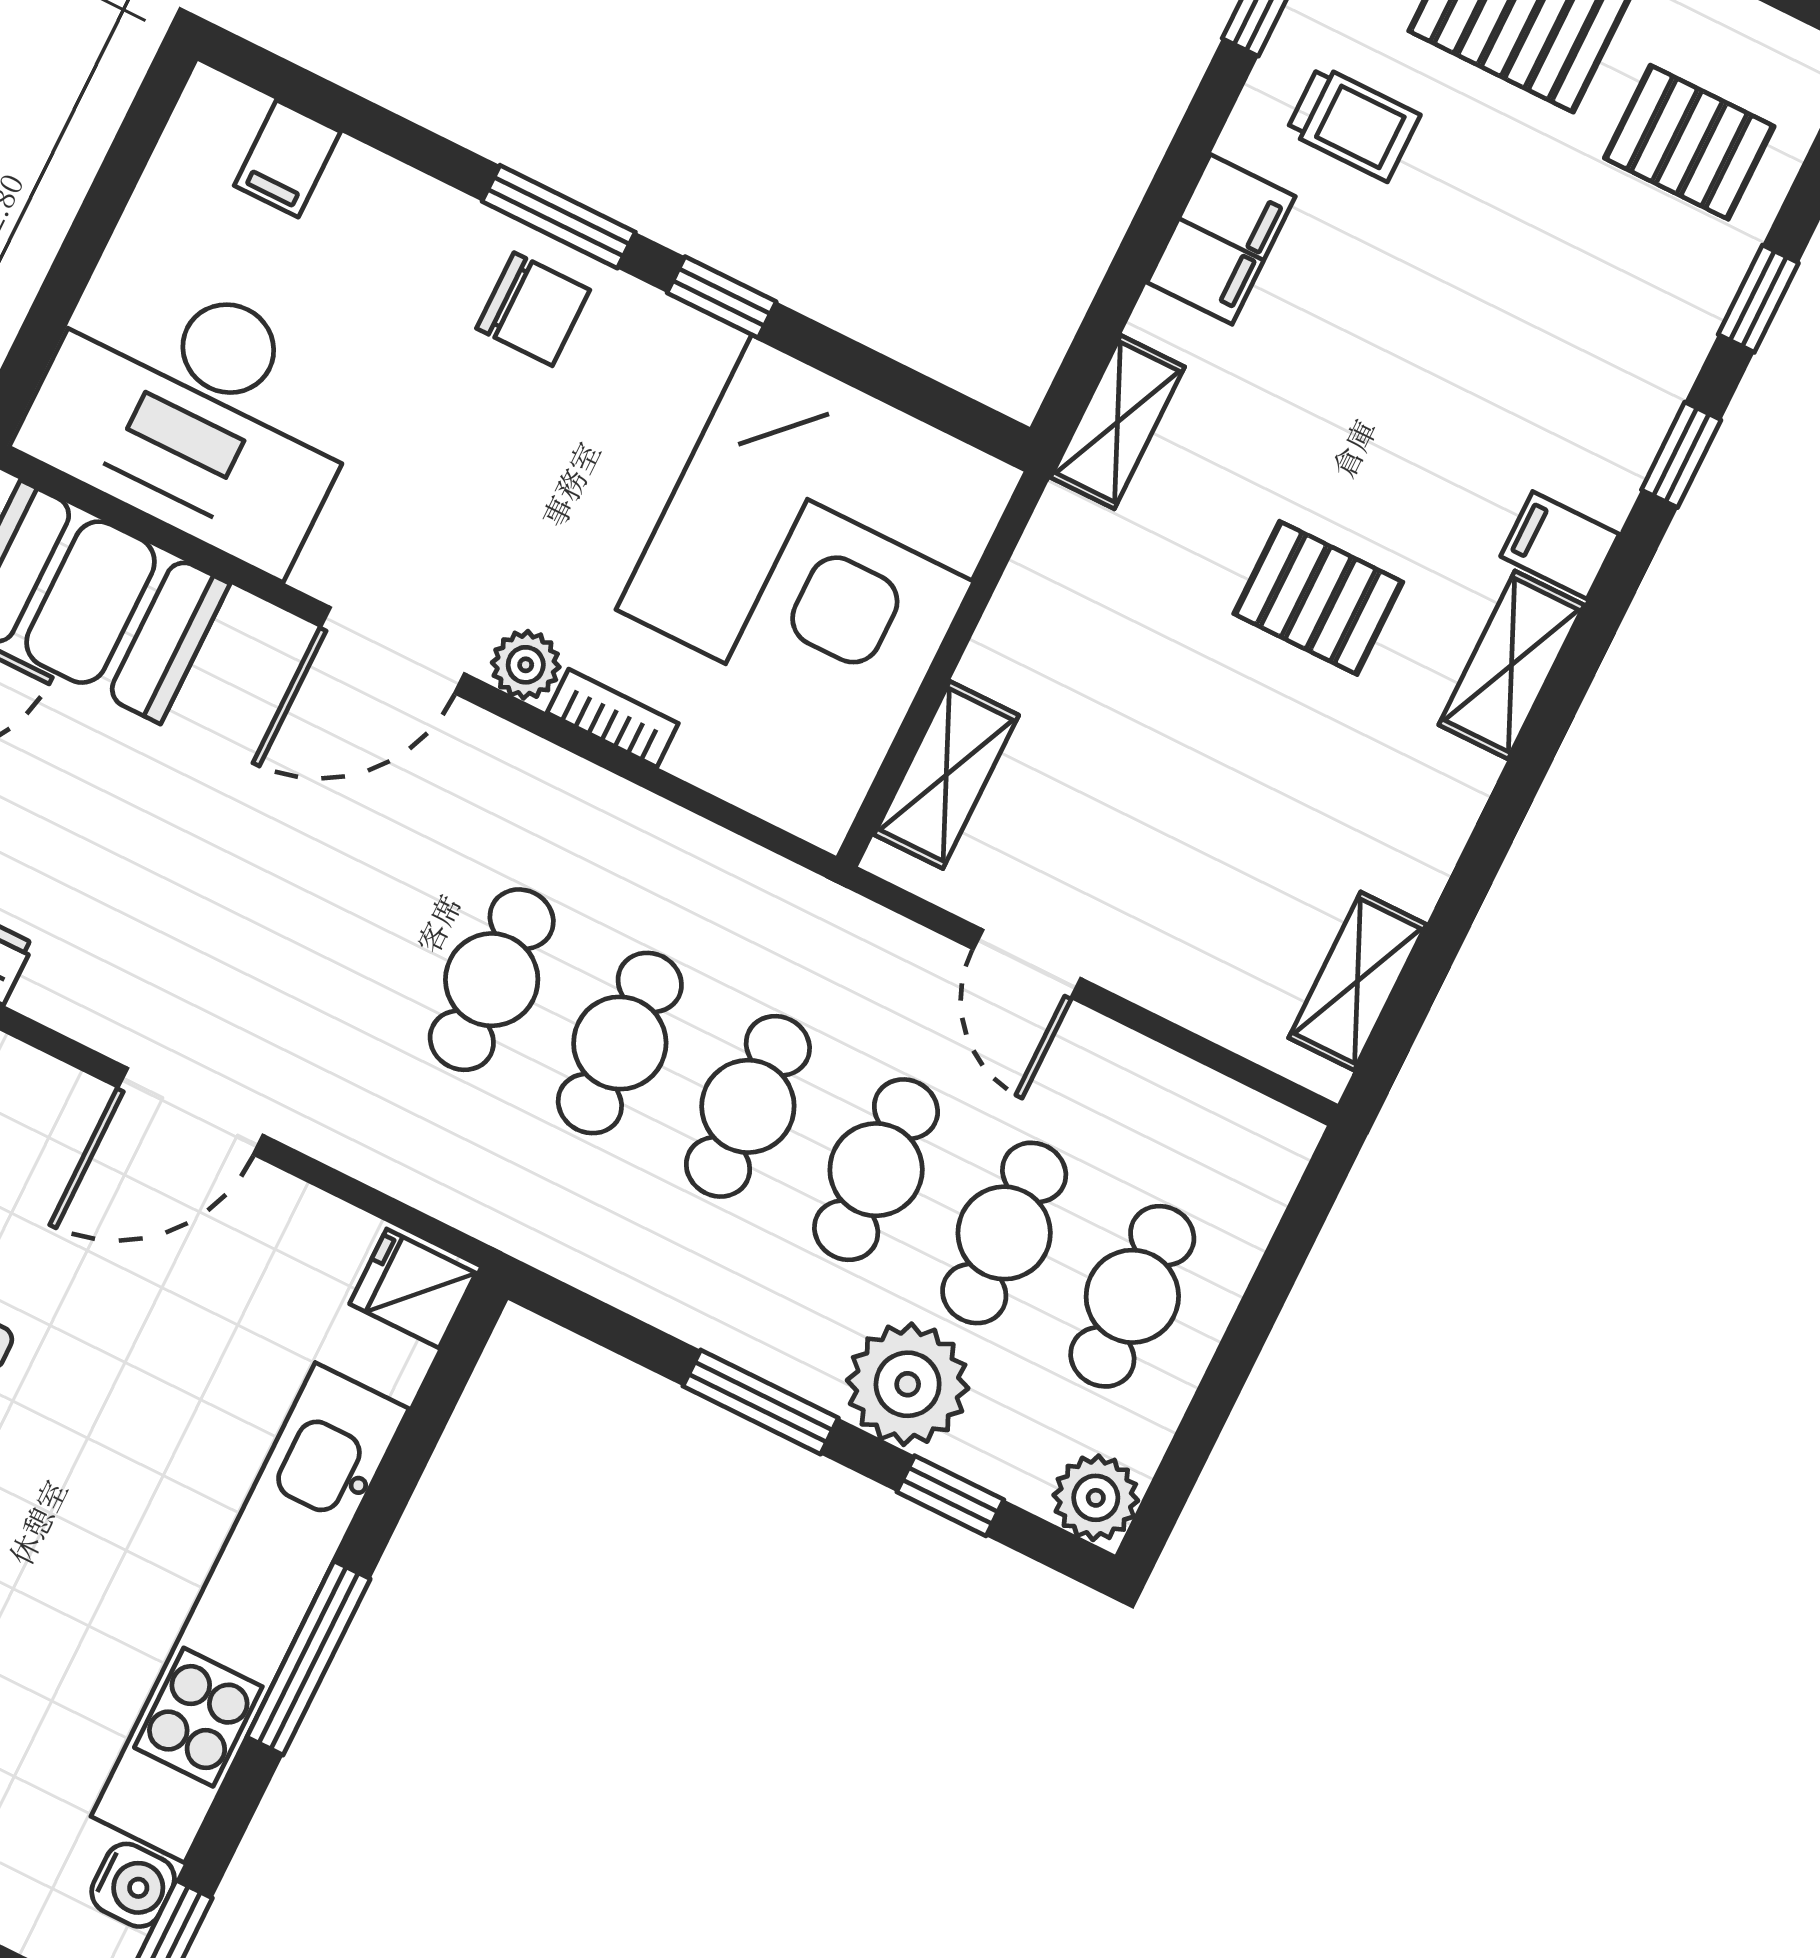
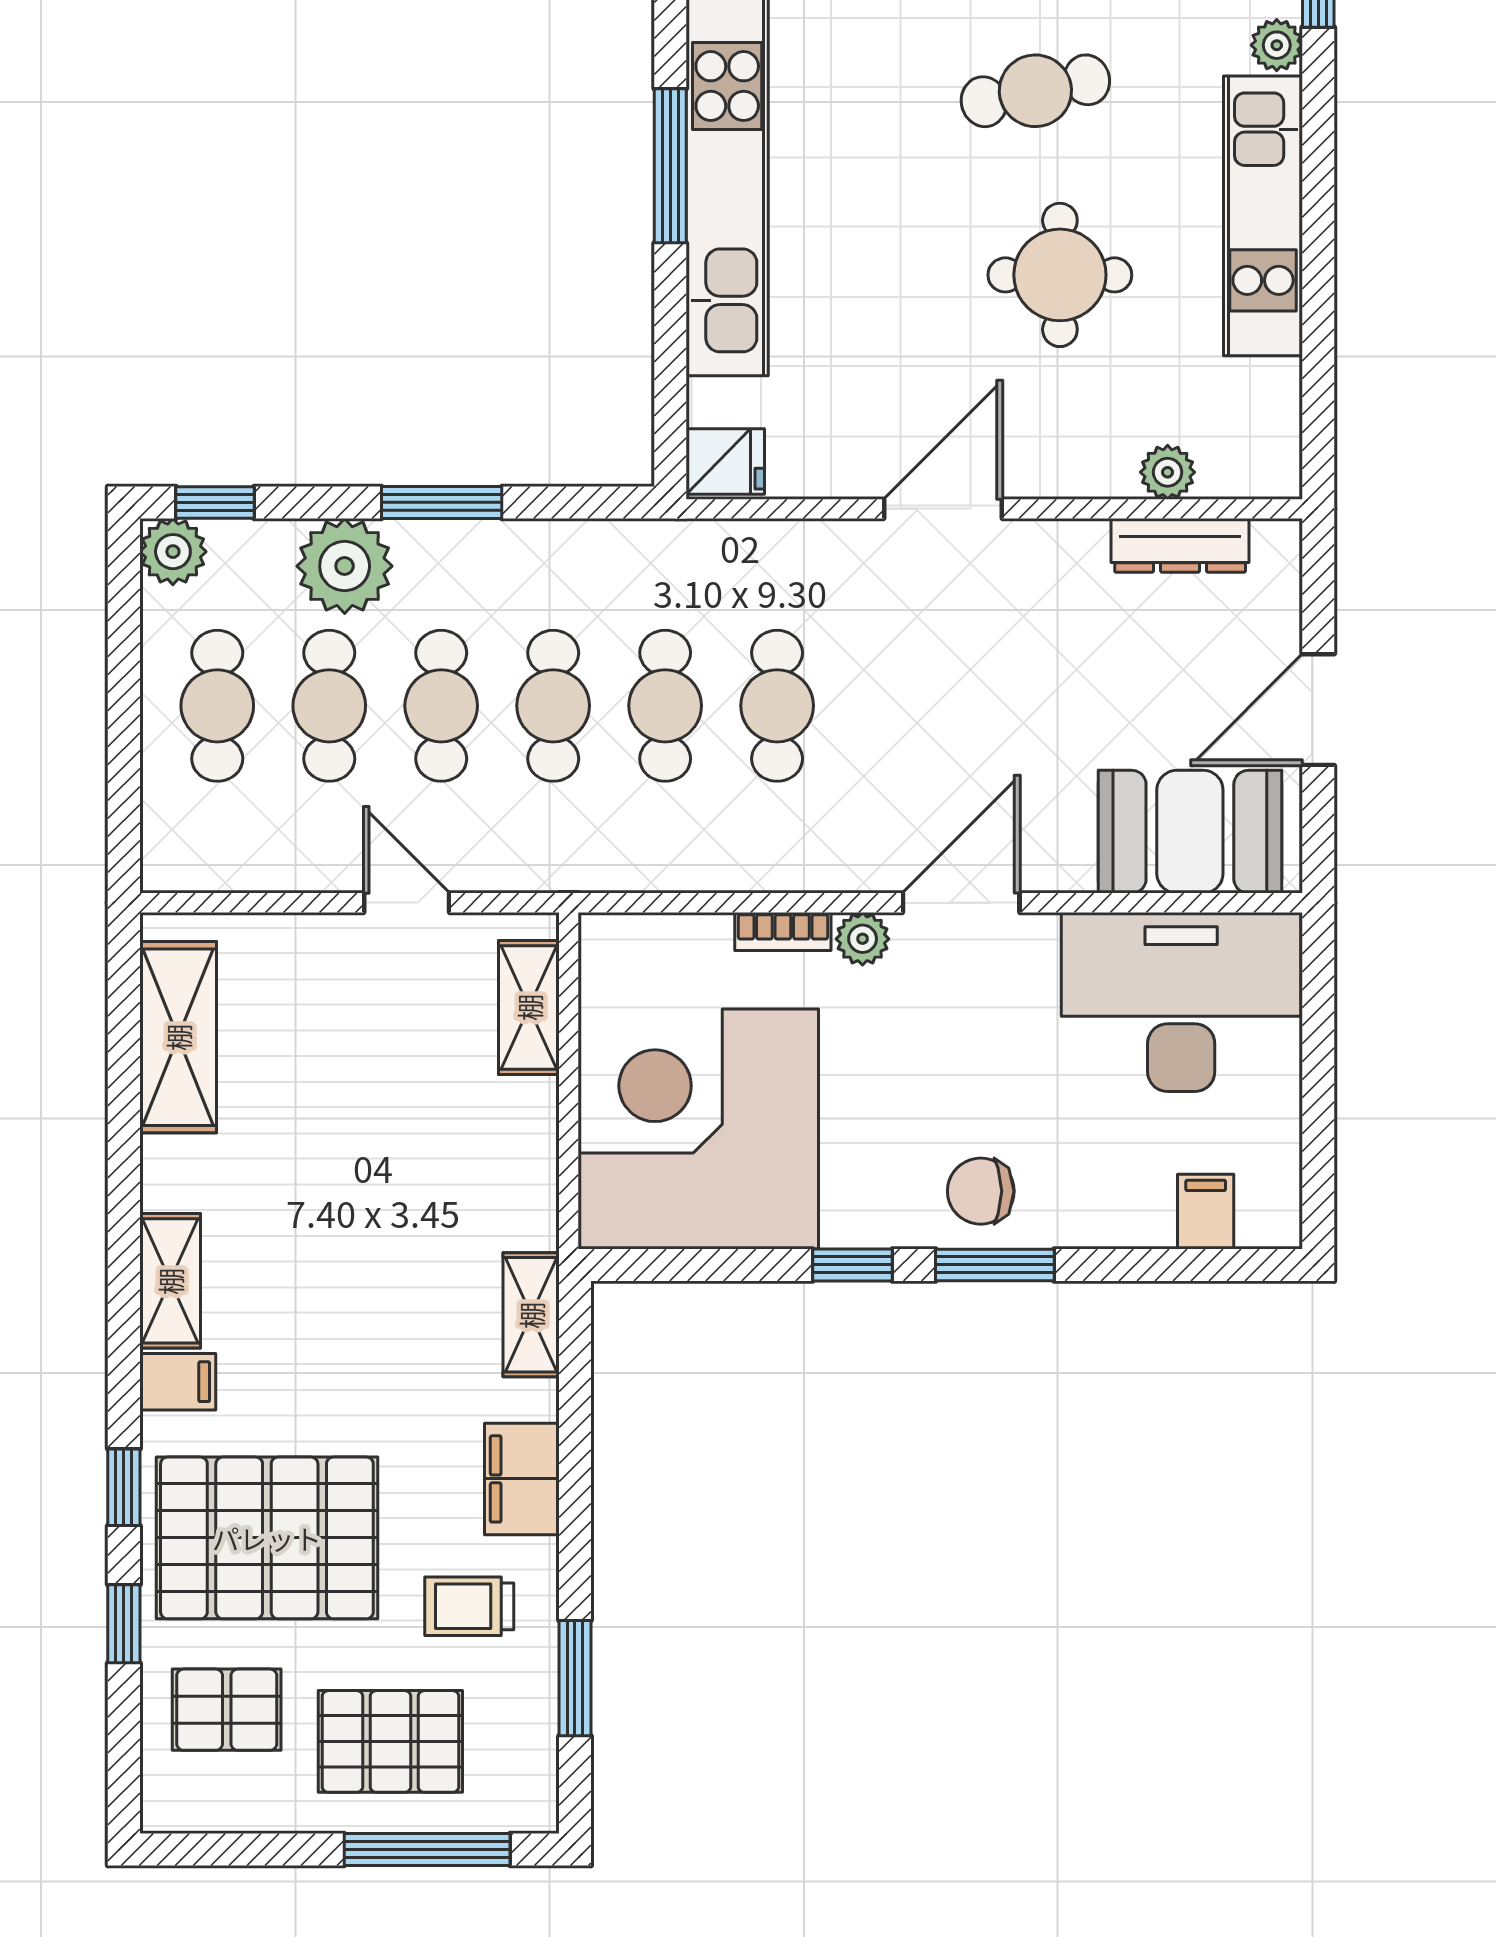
pallet: (1318, 598) -> (267, 1538), moved, width x2.05, depth x2.00
shelving: (1358, 981) -> (178, 1037), width x1.50, depth x1.33
window: (950, 1496) -> (215, 502), moved

